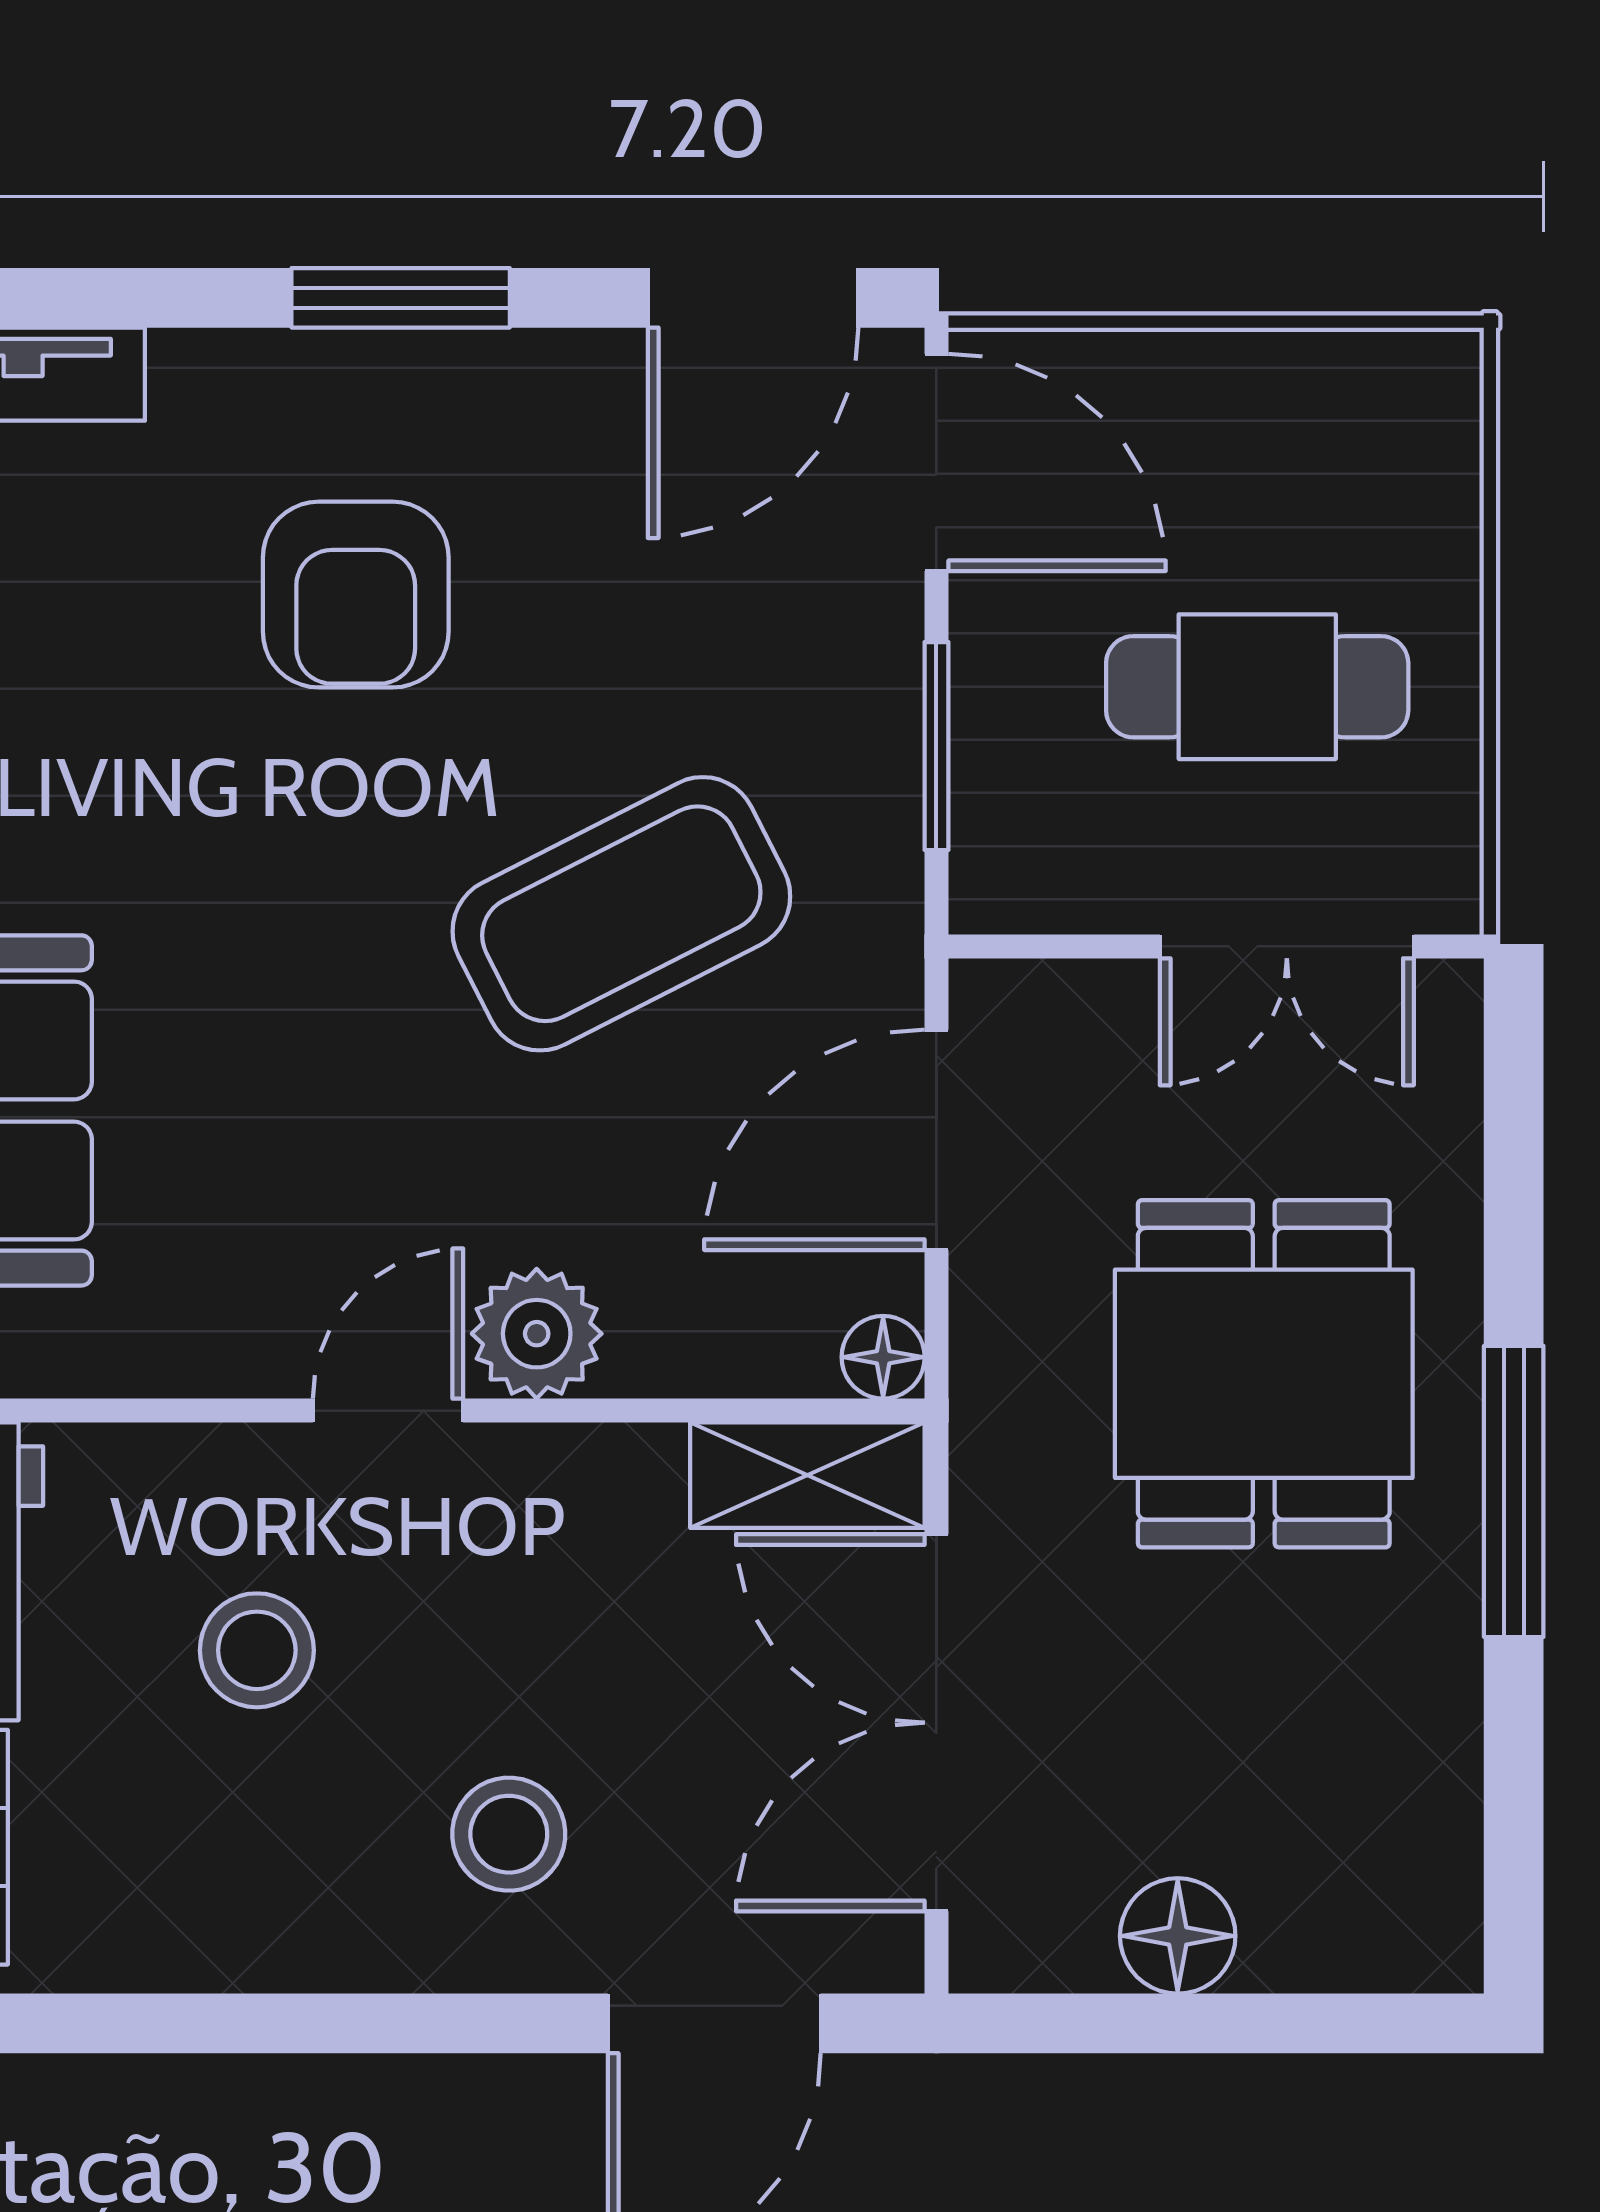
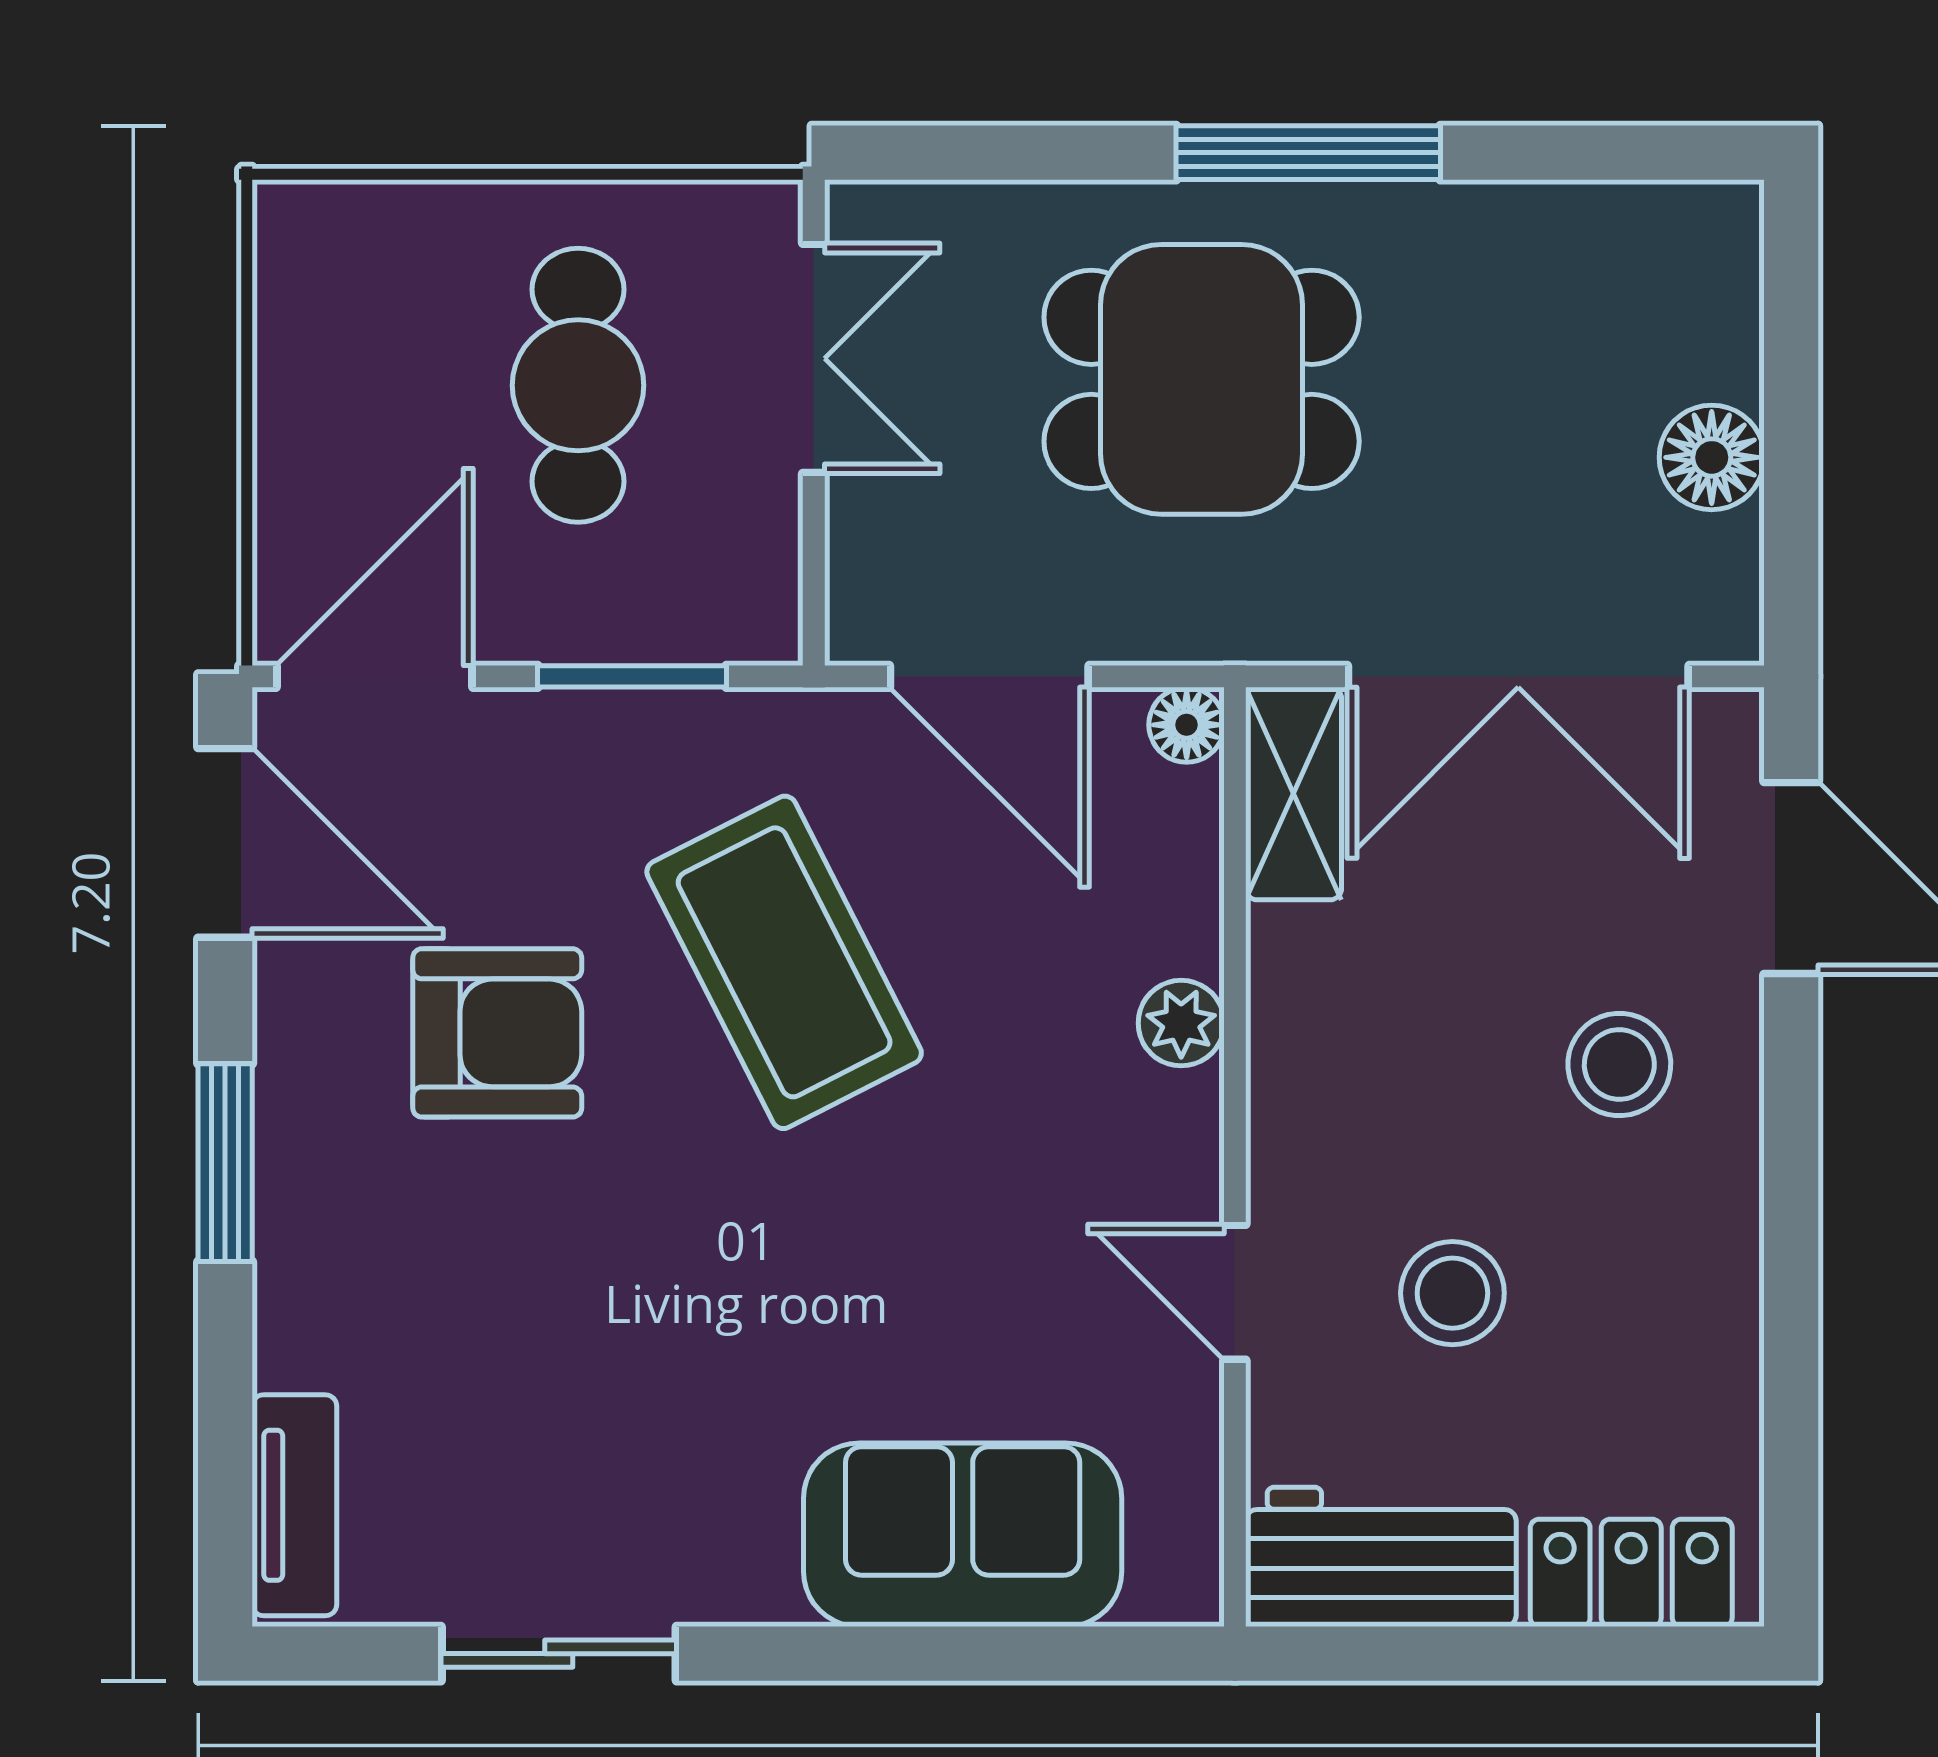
armchair: (356, 595) -> (497, 1033), moved
plant: (537, 1334) -> (1181, 1023), width x0.73, depth x0.73
door: (388, 1411) -> (1235, 1292), moved

